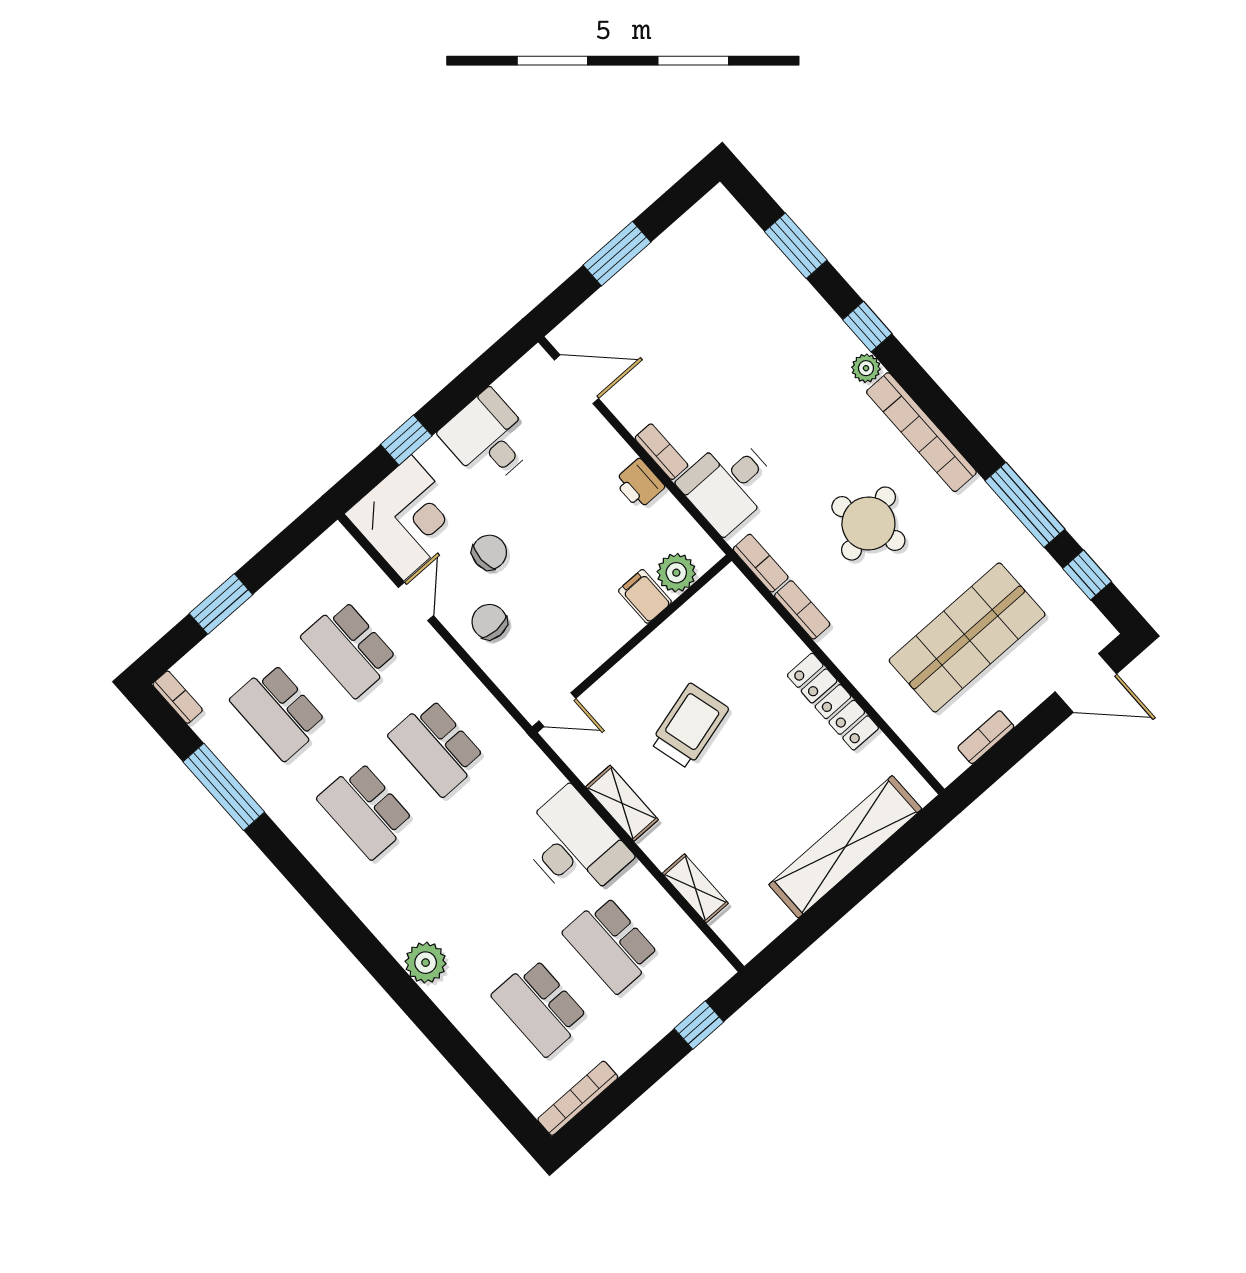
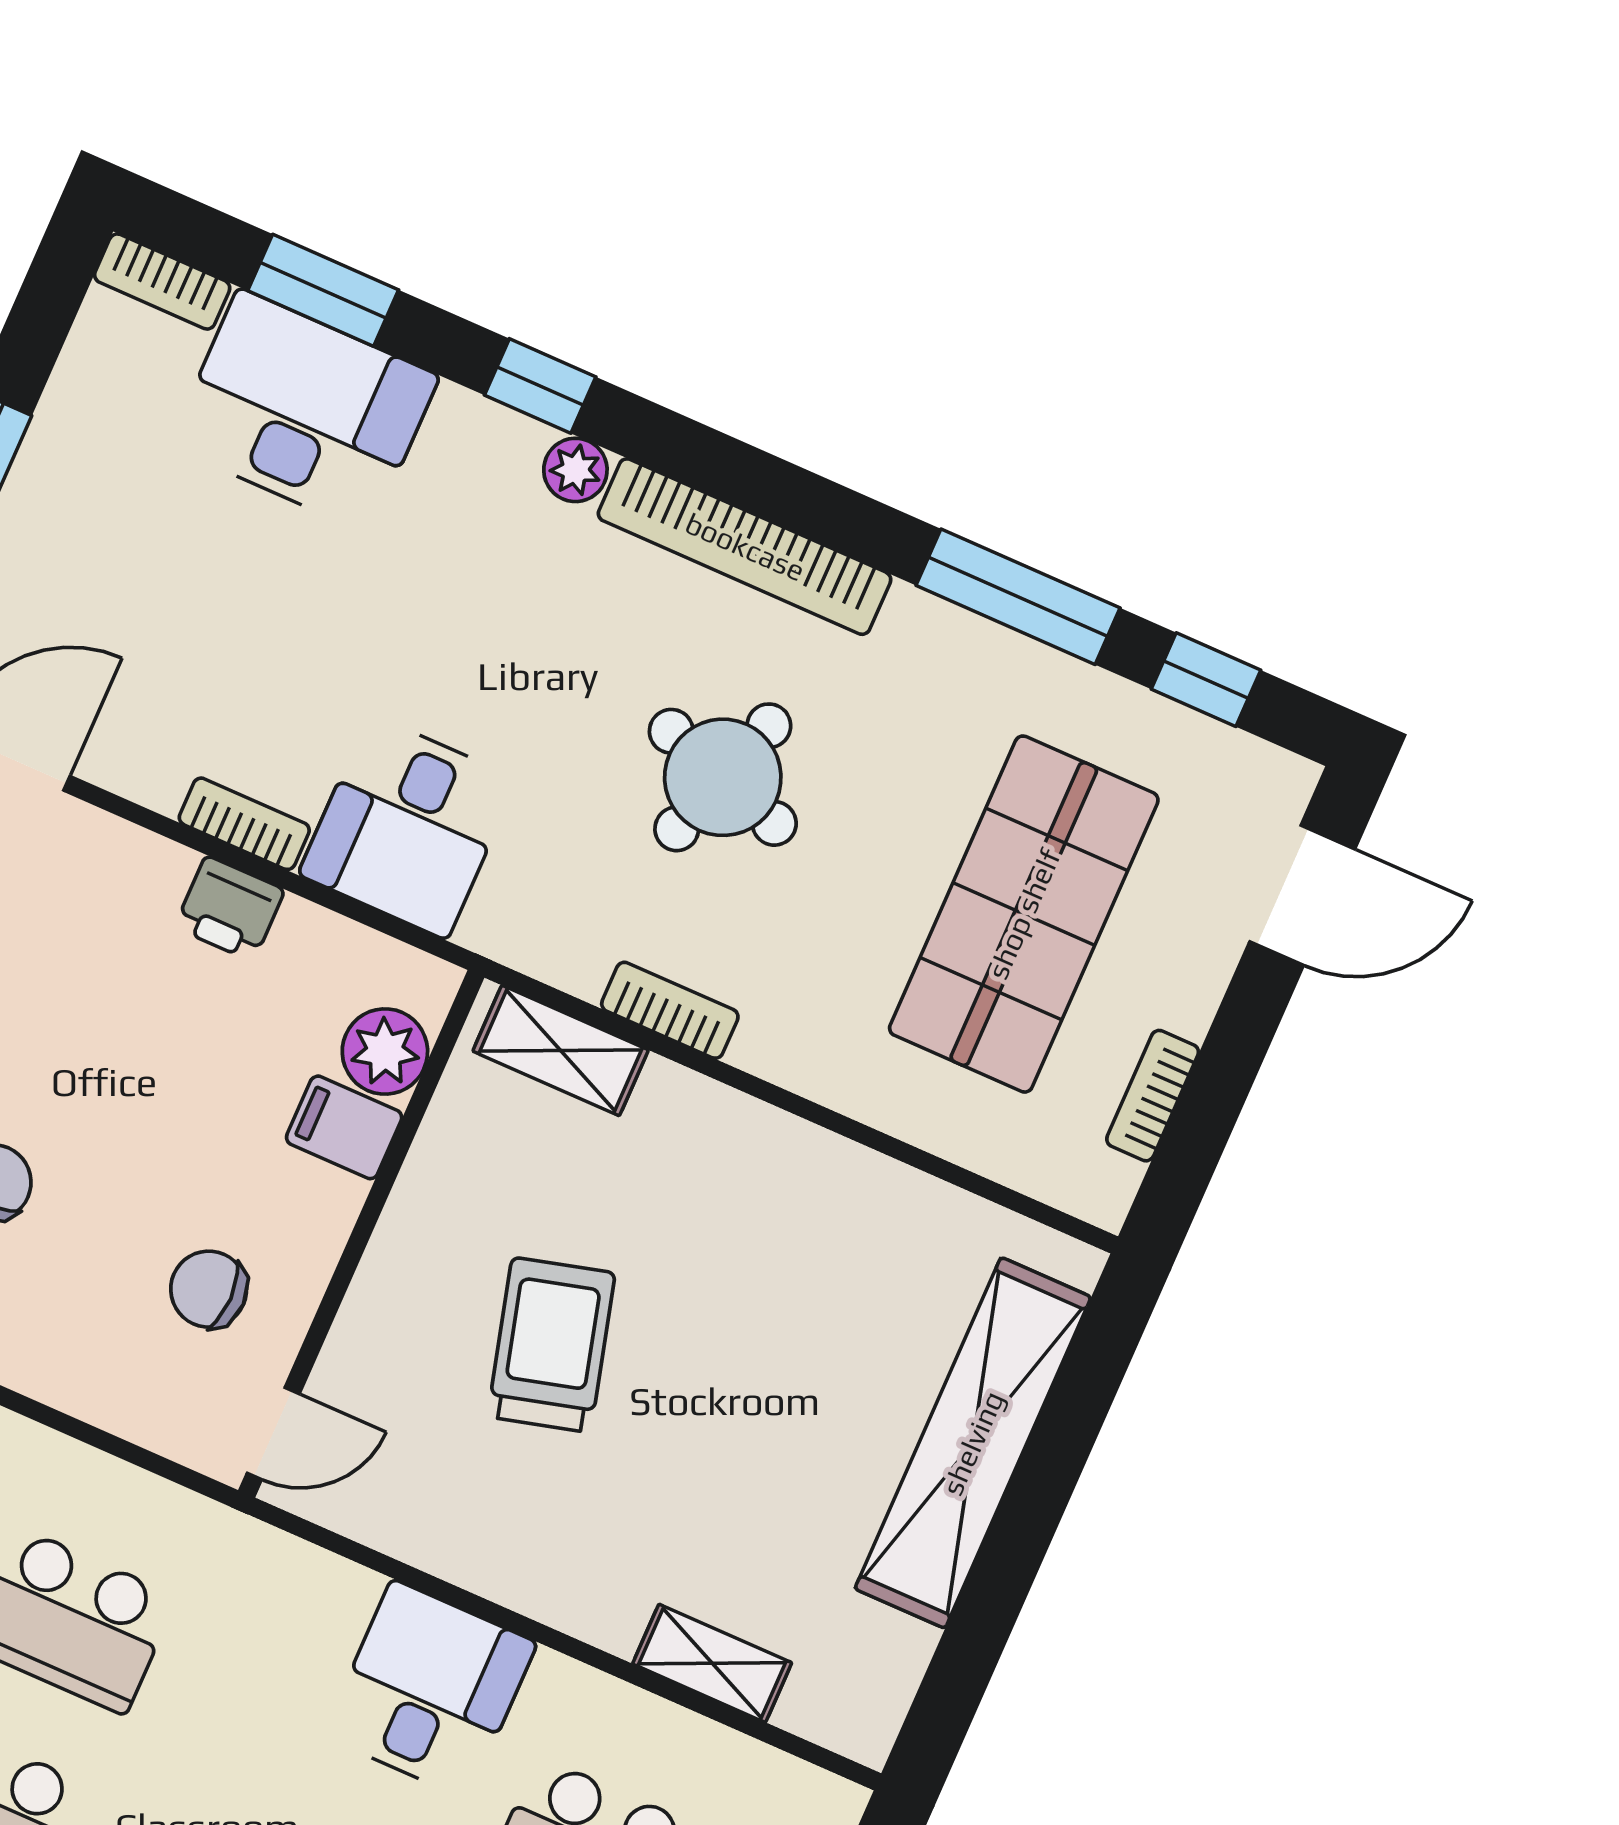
desk: (765, 292) -> (304, 411), added
round table: (868, 524) -> (723, 777), turned 34
bookcase: (761, 563) -> (162, 281), moved, turned 180
chair: (489, 622) -> (209, 1289), moved
locker: (833, 702) -> (815, 1165), removed
shelving: (622, 803) -> (561, 1051), moved
desk: (574, 845) -> (430, 1689), width x0.73

